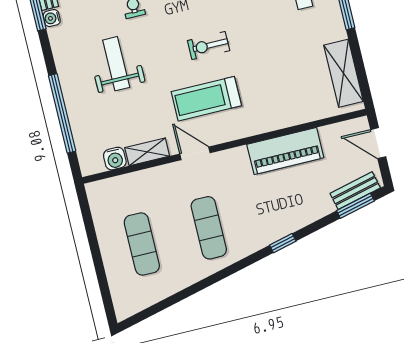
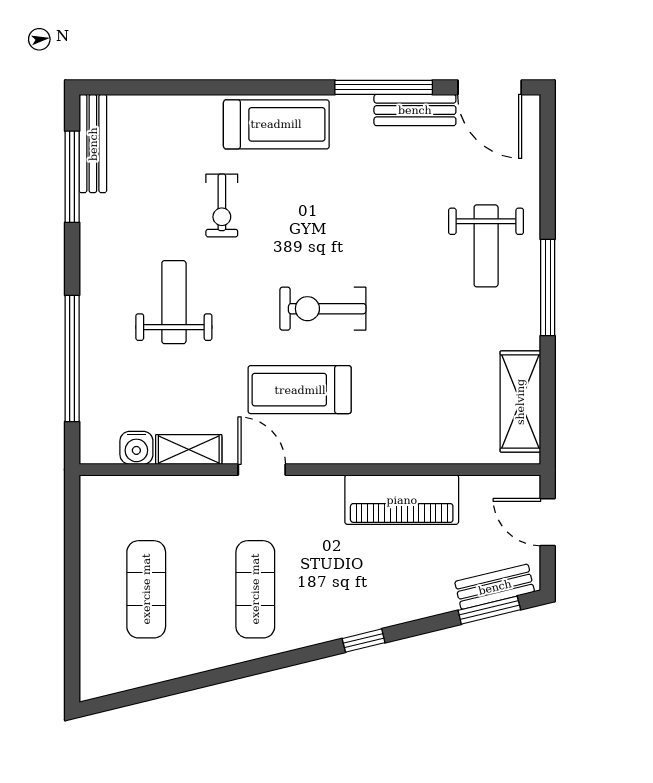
water cooler: (52, 18) -> (92, 208), removed
exercise bike: (209, 46) -> (323, 309), width x1.38, depth x1.39

